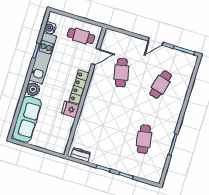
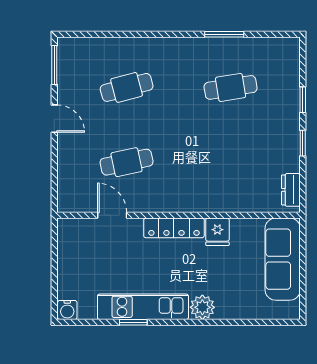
water cooler: (50, 28) -> (67, 310), moved
cafe table: (81, 36) -> (84, 252), removed
cafe table: (161, 85) -> (127, 87), turned -30
sofa: (27, 119) -> (283, 259), moved, turned -90

